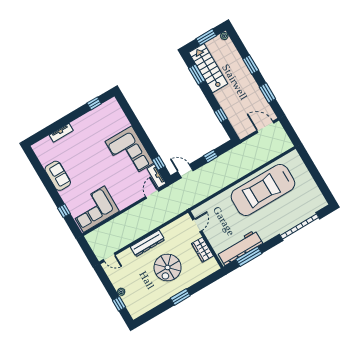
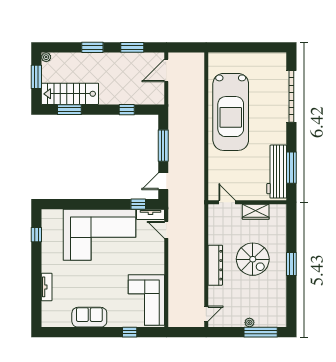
corner sofa: (129, 152) -> (99, 235), width x1.36, depth x1.36
window: (211, 156) -> (163, 146), width x2.17
window: (119, 304) -> (261, 332), width x2.17

